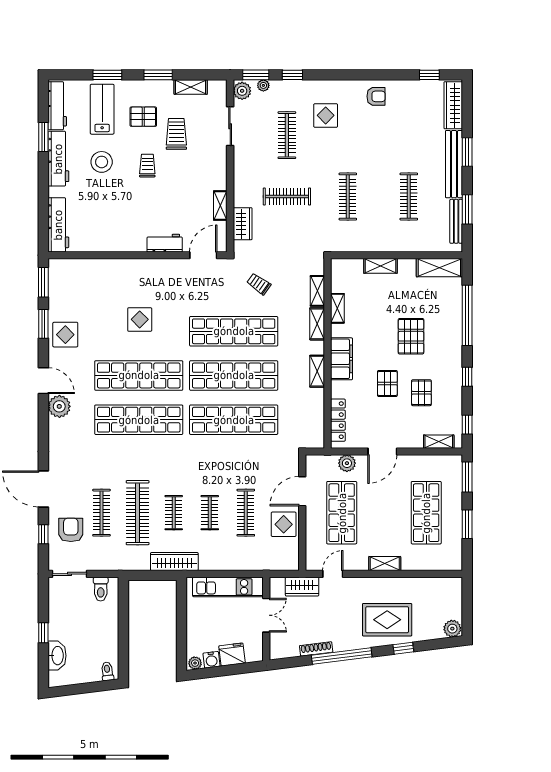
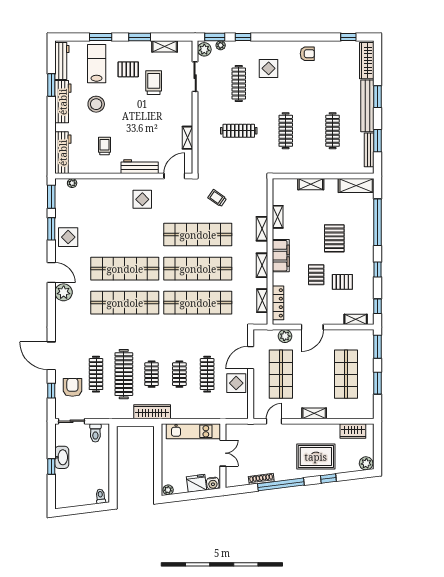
trolley: (147, 166) -> (104, 146), moved
wardrobe: (243, 224) -> (205, 152), removed
workbench: (165, 243) -> (140, 167), width x1.37
plant: (70, 264) -> (72, 183), added
shelving: (317, 291) -> (262, 301), moved
display table: (140, 319) -> (142, 199), moved
pallet: (421, 393) -> (342, 282), turned 90
wardrobe: (302, 587) -> (353, 431), moved
washbasin: (57, 656) -> (62, 457), moved
water cooler: (211, 660) -> (213, 483), moved

